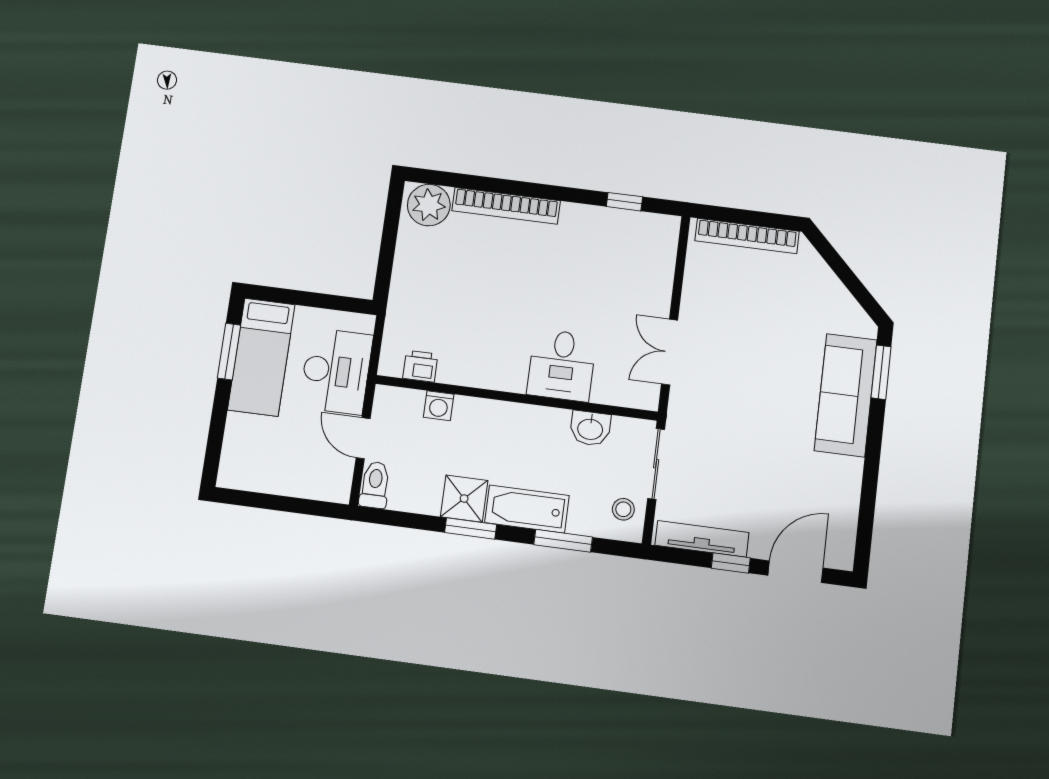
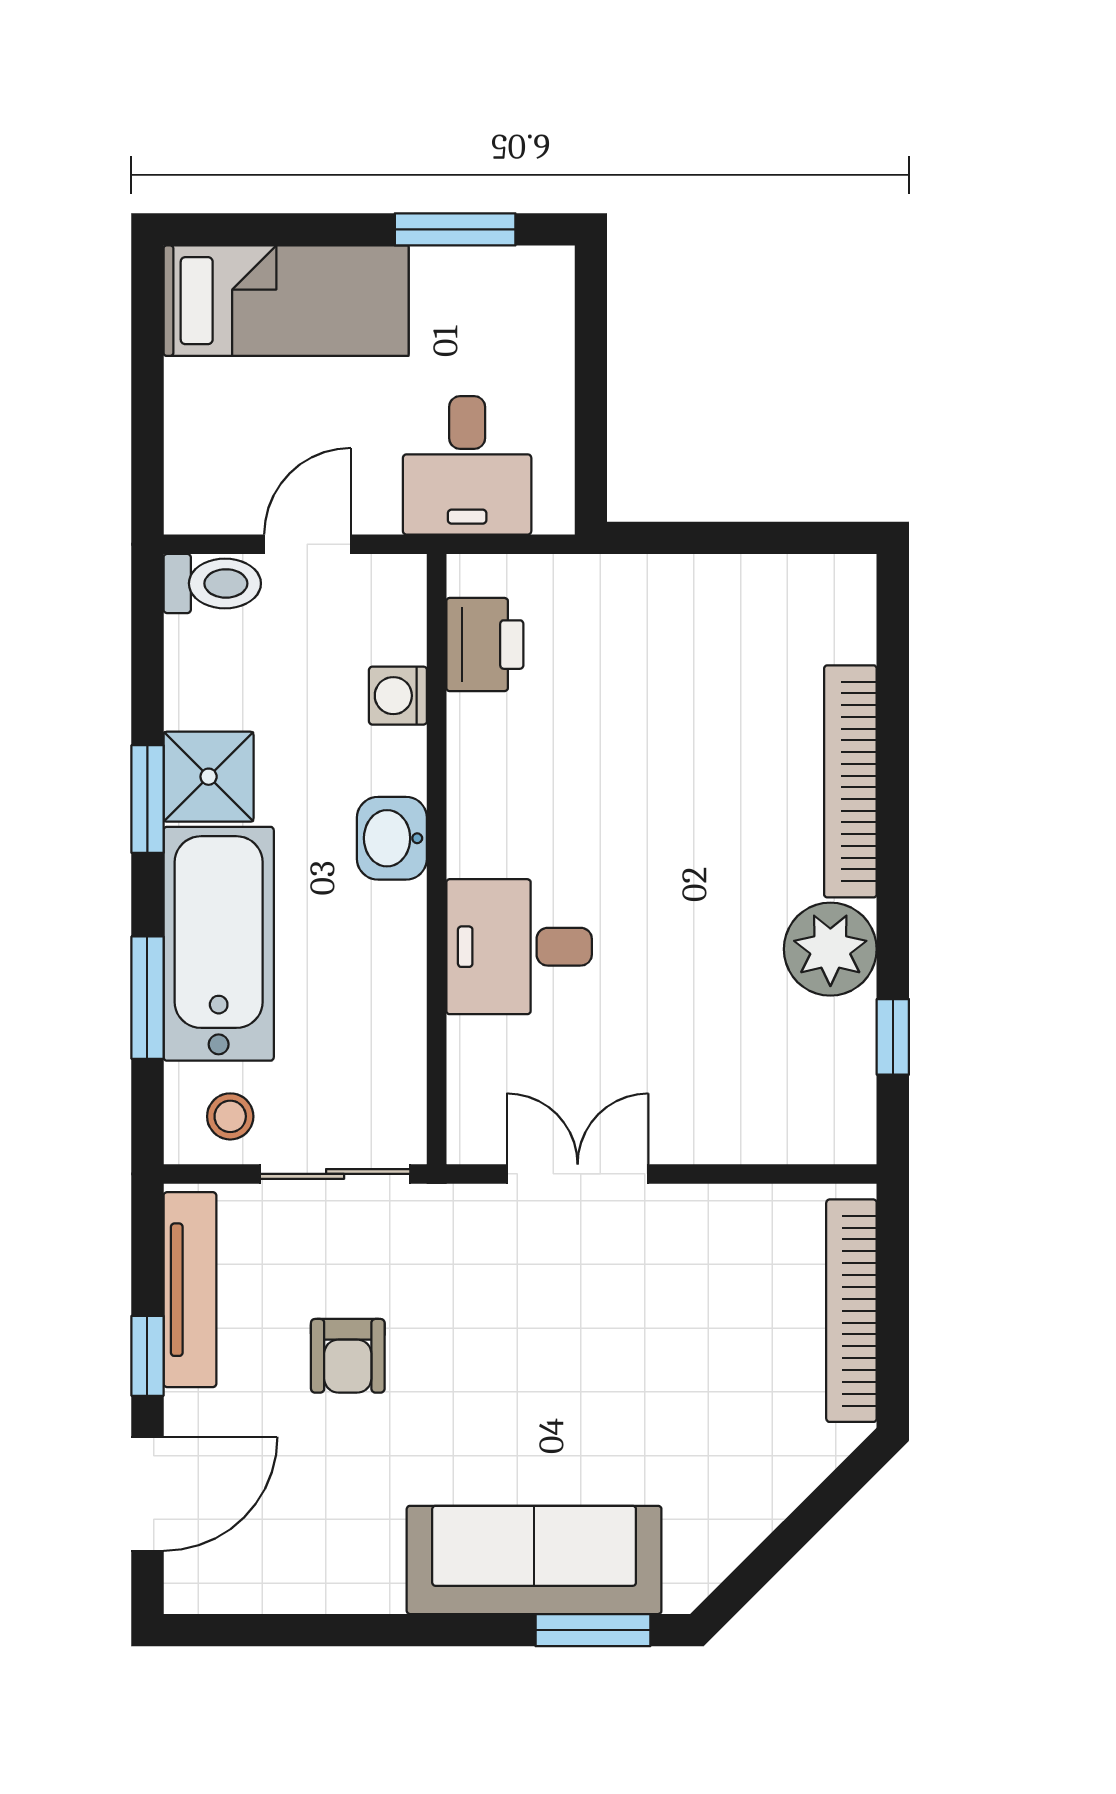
plant: (429, 205) -> (830, 949), moved
bed: (261, 357) -> (286, 301), moved, turned 180
printer: (420, 366) -> (485, 645), width x1.36, depth x1.24
desk: (336, 371) -> (467, 465), width x0.73
washbasin: (590, 428) -> (392, 838), moved
armchair: (741, 469) -> (348, 1356), added
bathtub: (527, 509) -> (219, 944), width x1.36, depth x1.36
door: (795, 572) -> (147, 1494), hinge flipped

